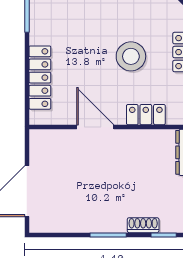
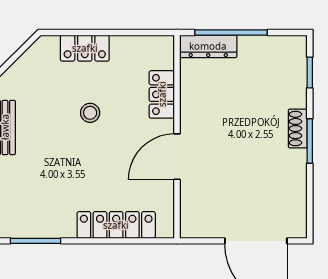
stool: (131, 56) -> (90, 113), width x0.53, depth x0.53
shoe rack: (143, 225) -> (298, 129), moved

